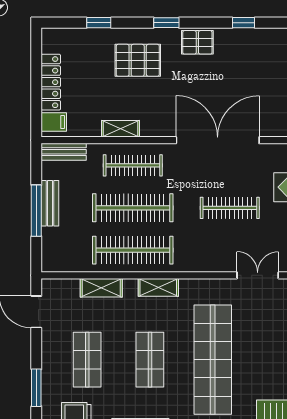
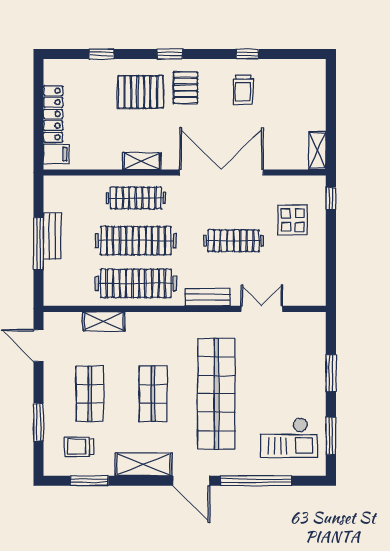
pallet: (197, 42) -> (186, 88), moved, turned 90
trolley: (239, 58) -> (243, 90), added
shelving: (121, 129) -> (142, 161), moved
bench: (64, 152) -> (207, 297), moved
shelving: (158, 287) -> (162, 321), removed

